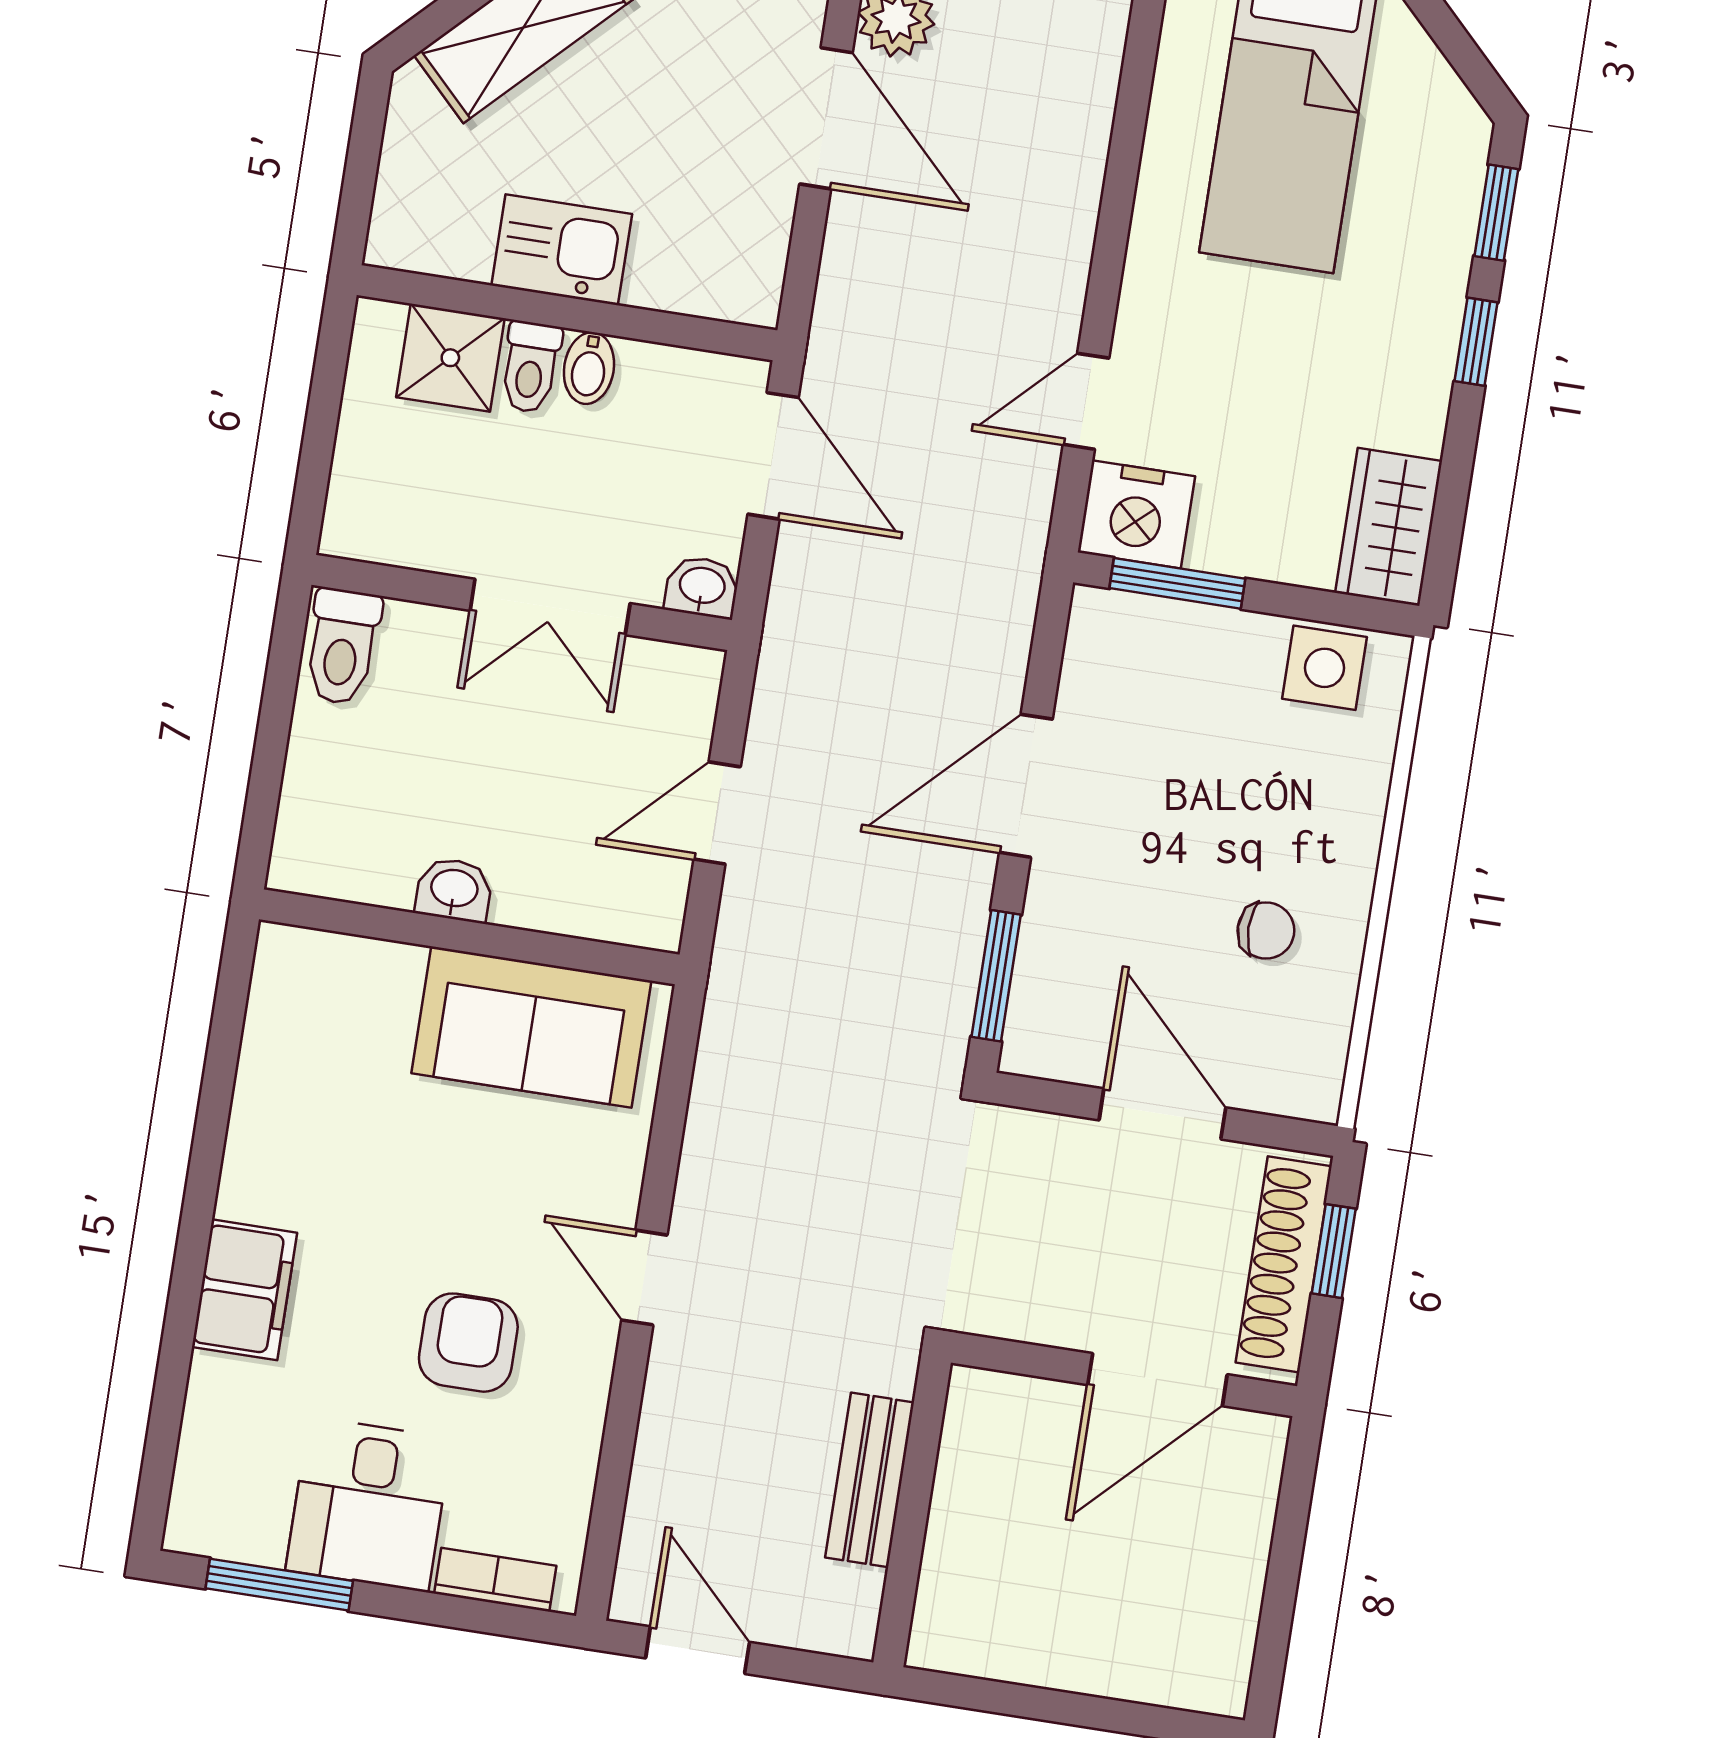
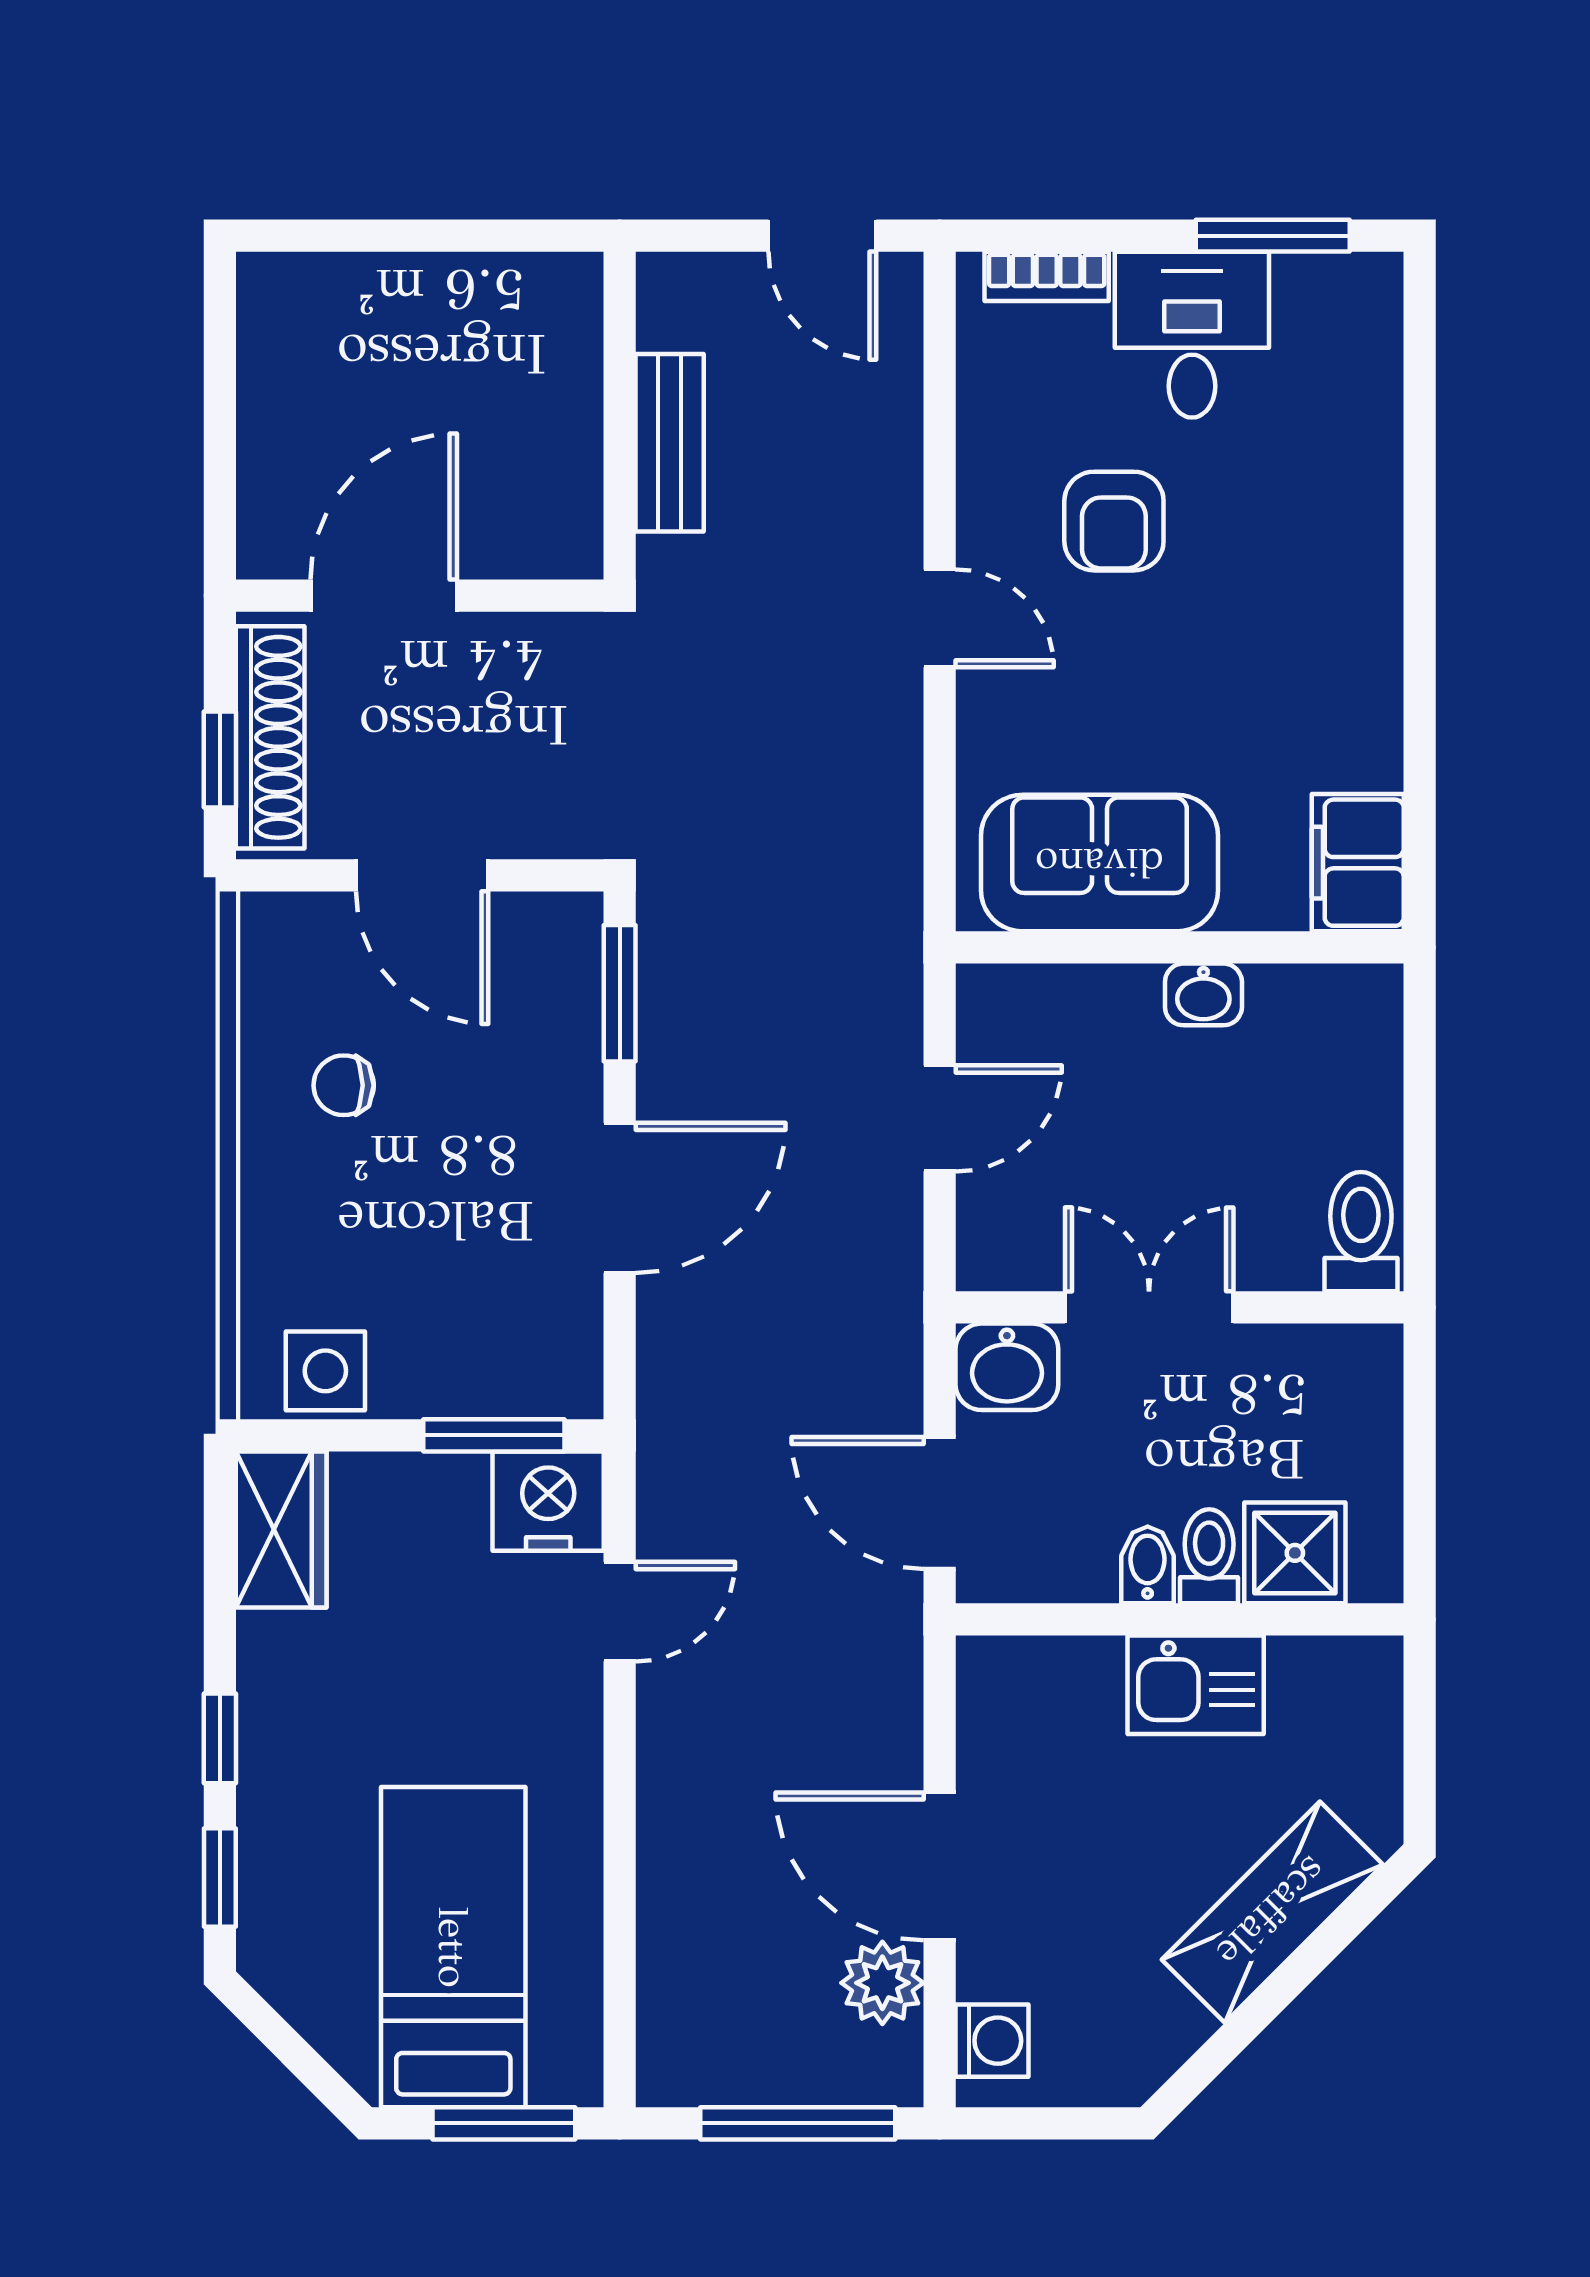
washbasin: (702, 587) -> (1007, 1367), width x1.38, depth x1.45
filing cabinet: (245, 1290) -> (1358, 863), moved

